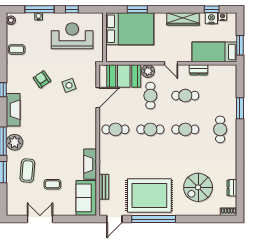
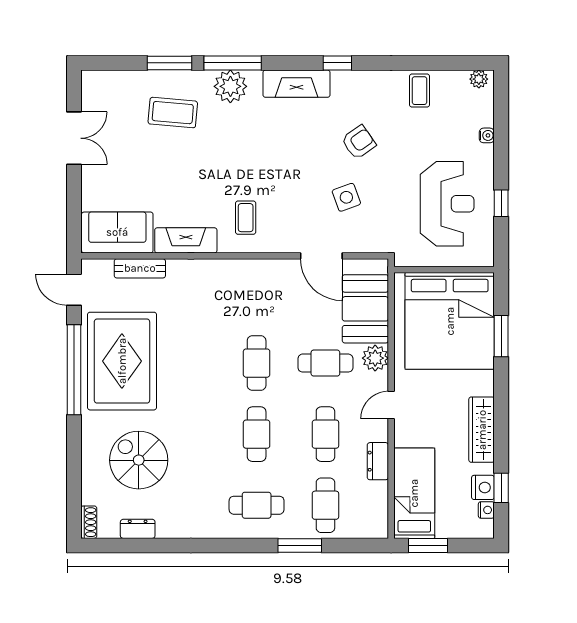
window: (40, 9) -> (501, 137), removed
bed: (130, 29) -> (450, 321), width x1.36
cafe table: (115, 129) -> (325, 505), moved
coffee table: (52, 184) -> (246, 218), moved

